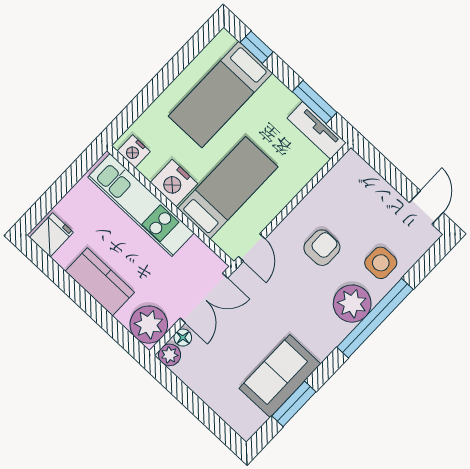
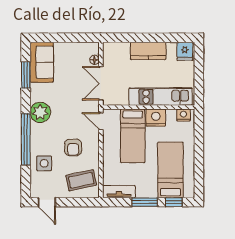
window: (315, 102) -> (145, 202), moved
coffee table: (353, 193) -> (81, 180), added
plant: (352, 304) -> (40, 112), moved
plant: (149, 325) -> (113, 52), removed
plant: (170, 355) -> (93, 48), removed
sofa: (280, 376) -> (42, 62), moved

